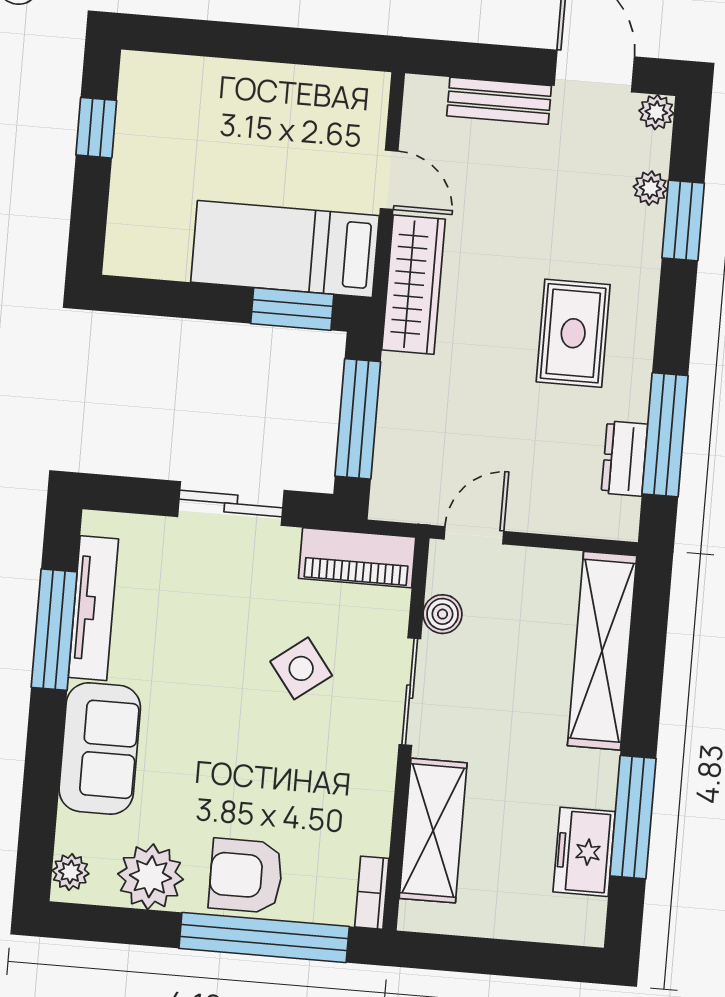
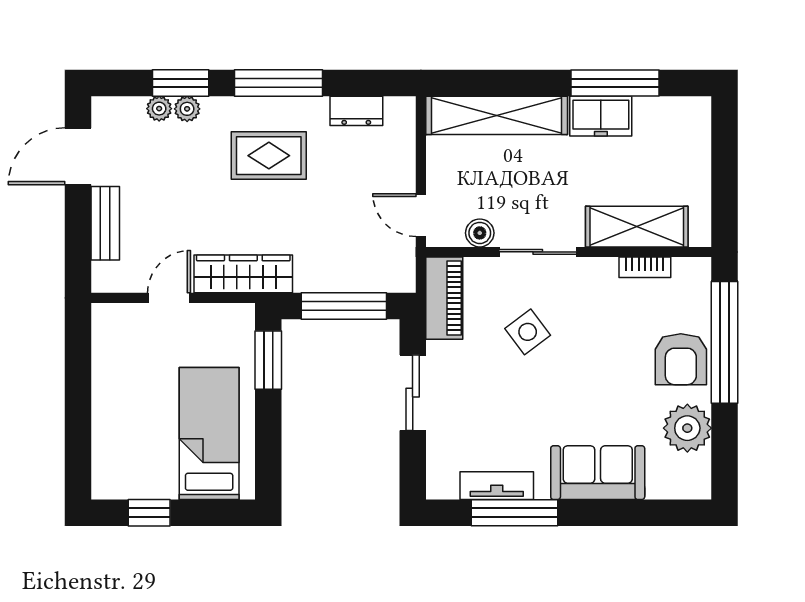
plant: (656, 112) -> (187, 109), moved
bed: (285, 249) -> (209, 433), moved, turned 180
window: (665, 435) -> (279, 83), moved
tv unit: (93, 608) -> (497, 486), width x0.71
freezer: (584, 852) -> (601, 116), moved
plant: (71, 872) -> (689, 486), removed
bookcase: (372, 893) -> (645, 267), moved

